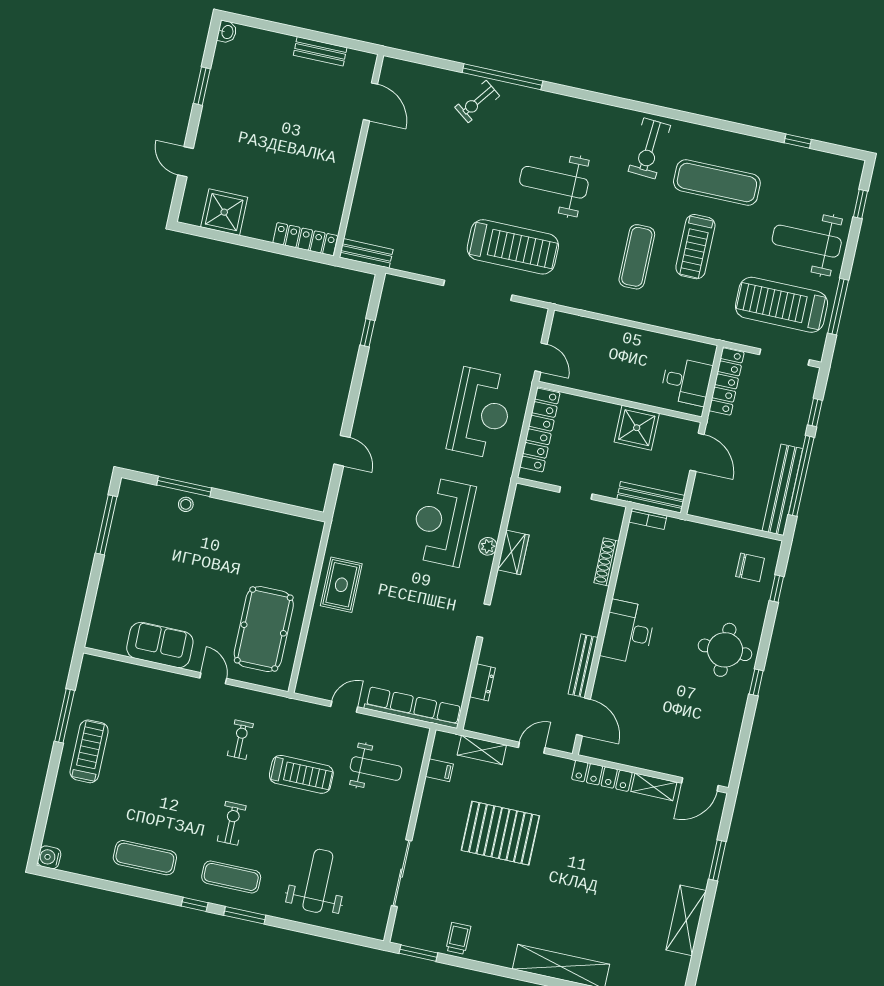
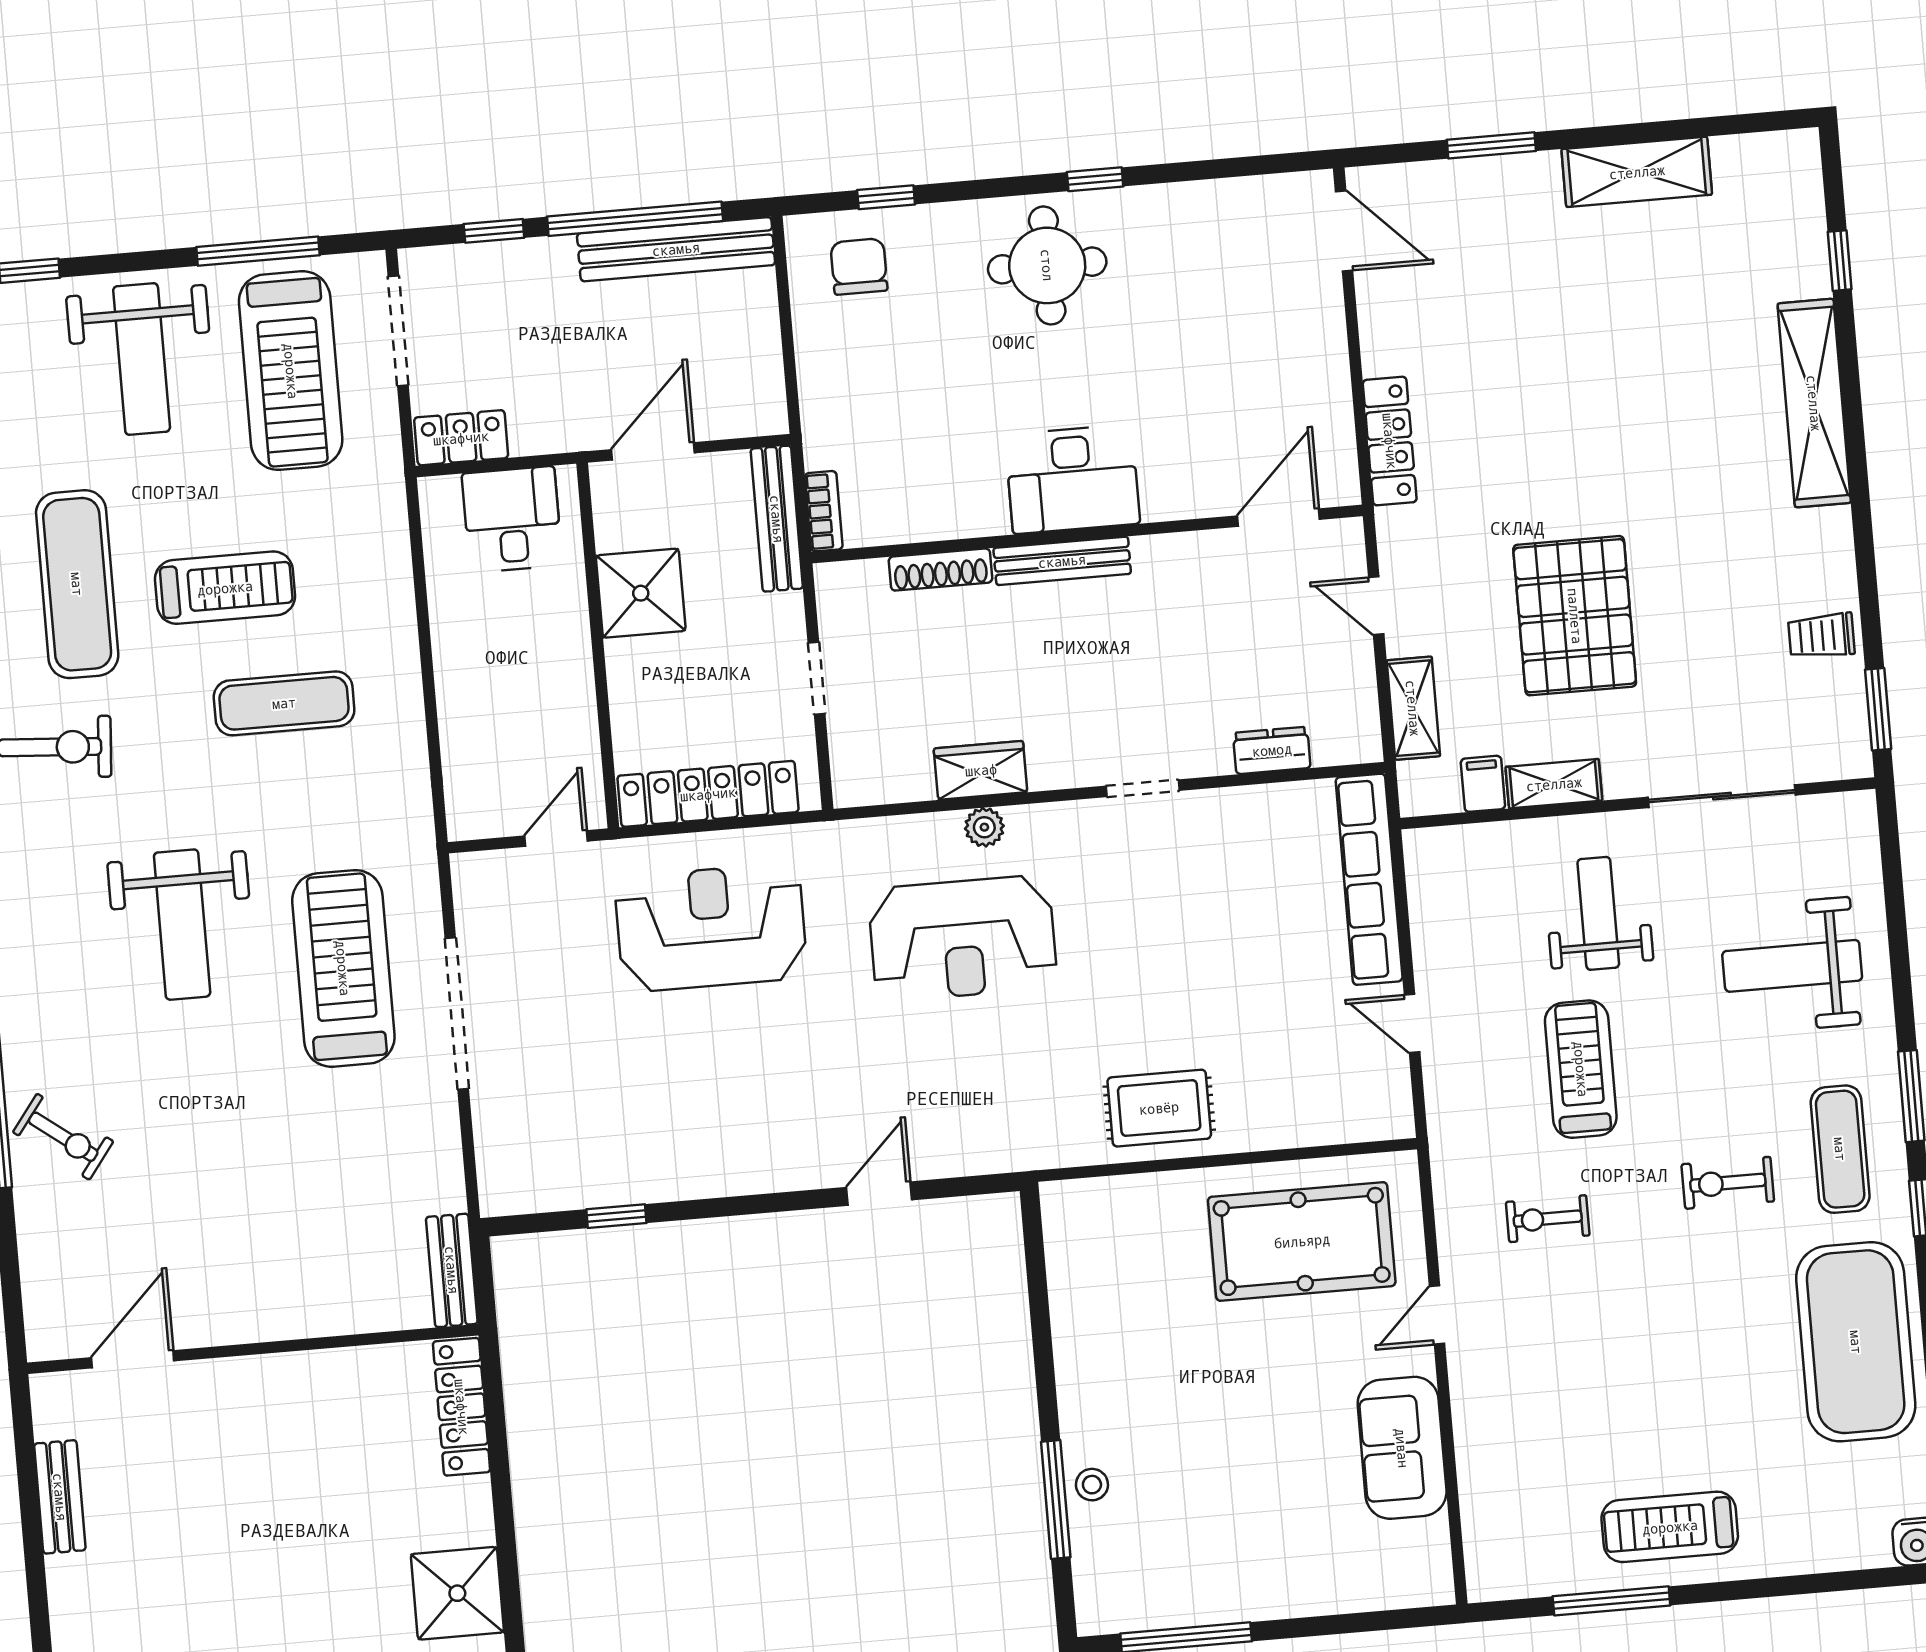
locker: (727, 381) -> (461, 438), width x0.66
bench: (583, 666) -> (1062, 561), moved
weight bench: (376, 769) -> (1598, 913), moved
shelving: (654, 787) -> (1554, 784), moved, turned 90
exercise mat: (145, 858) -> (1856, 1342), width x2.00, depth x1.45

